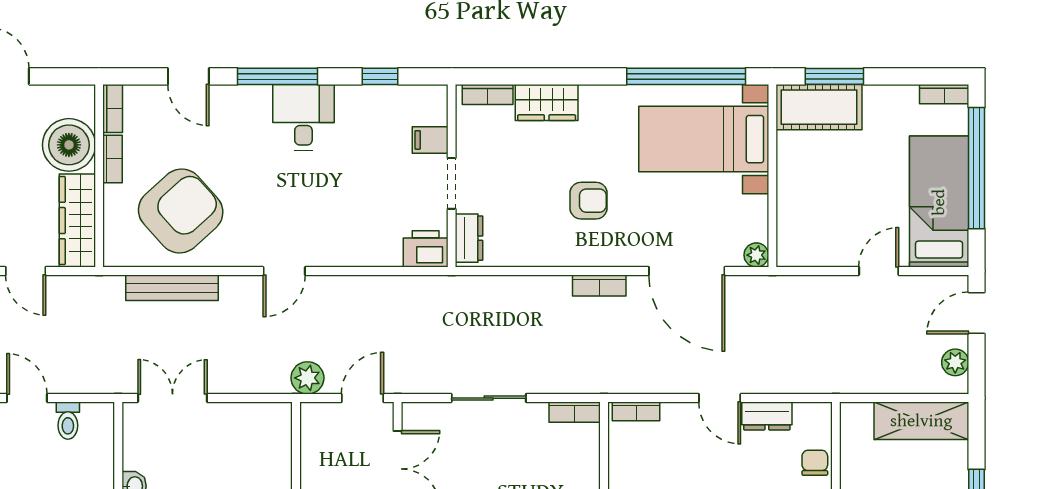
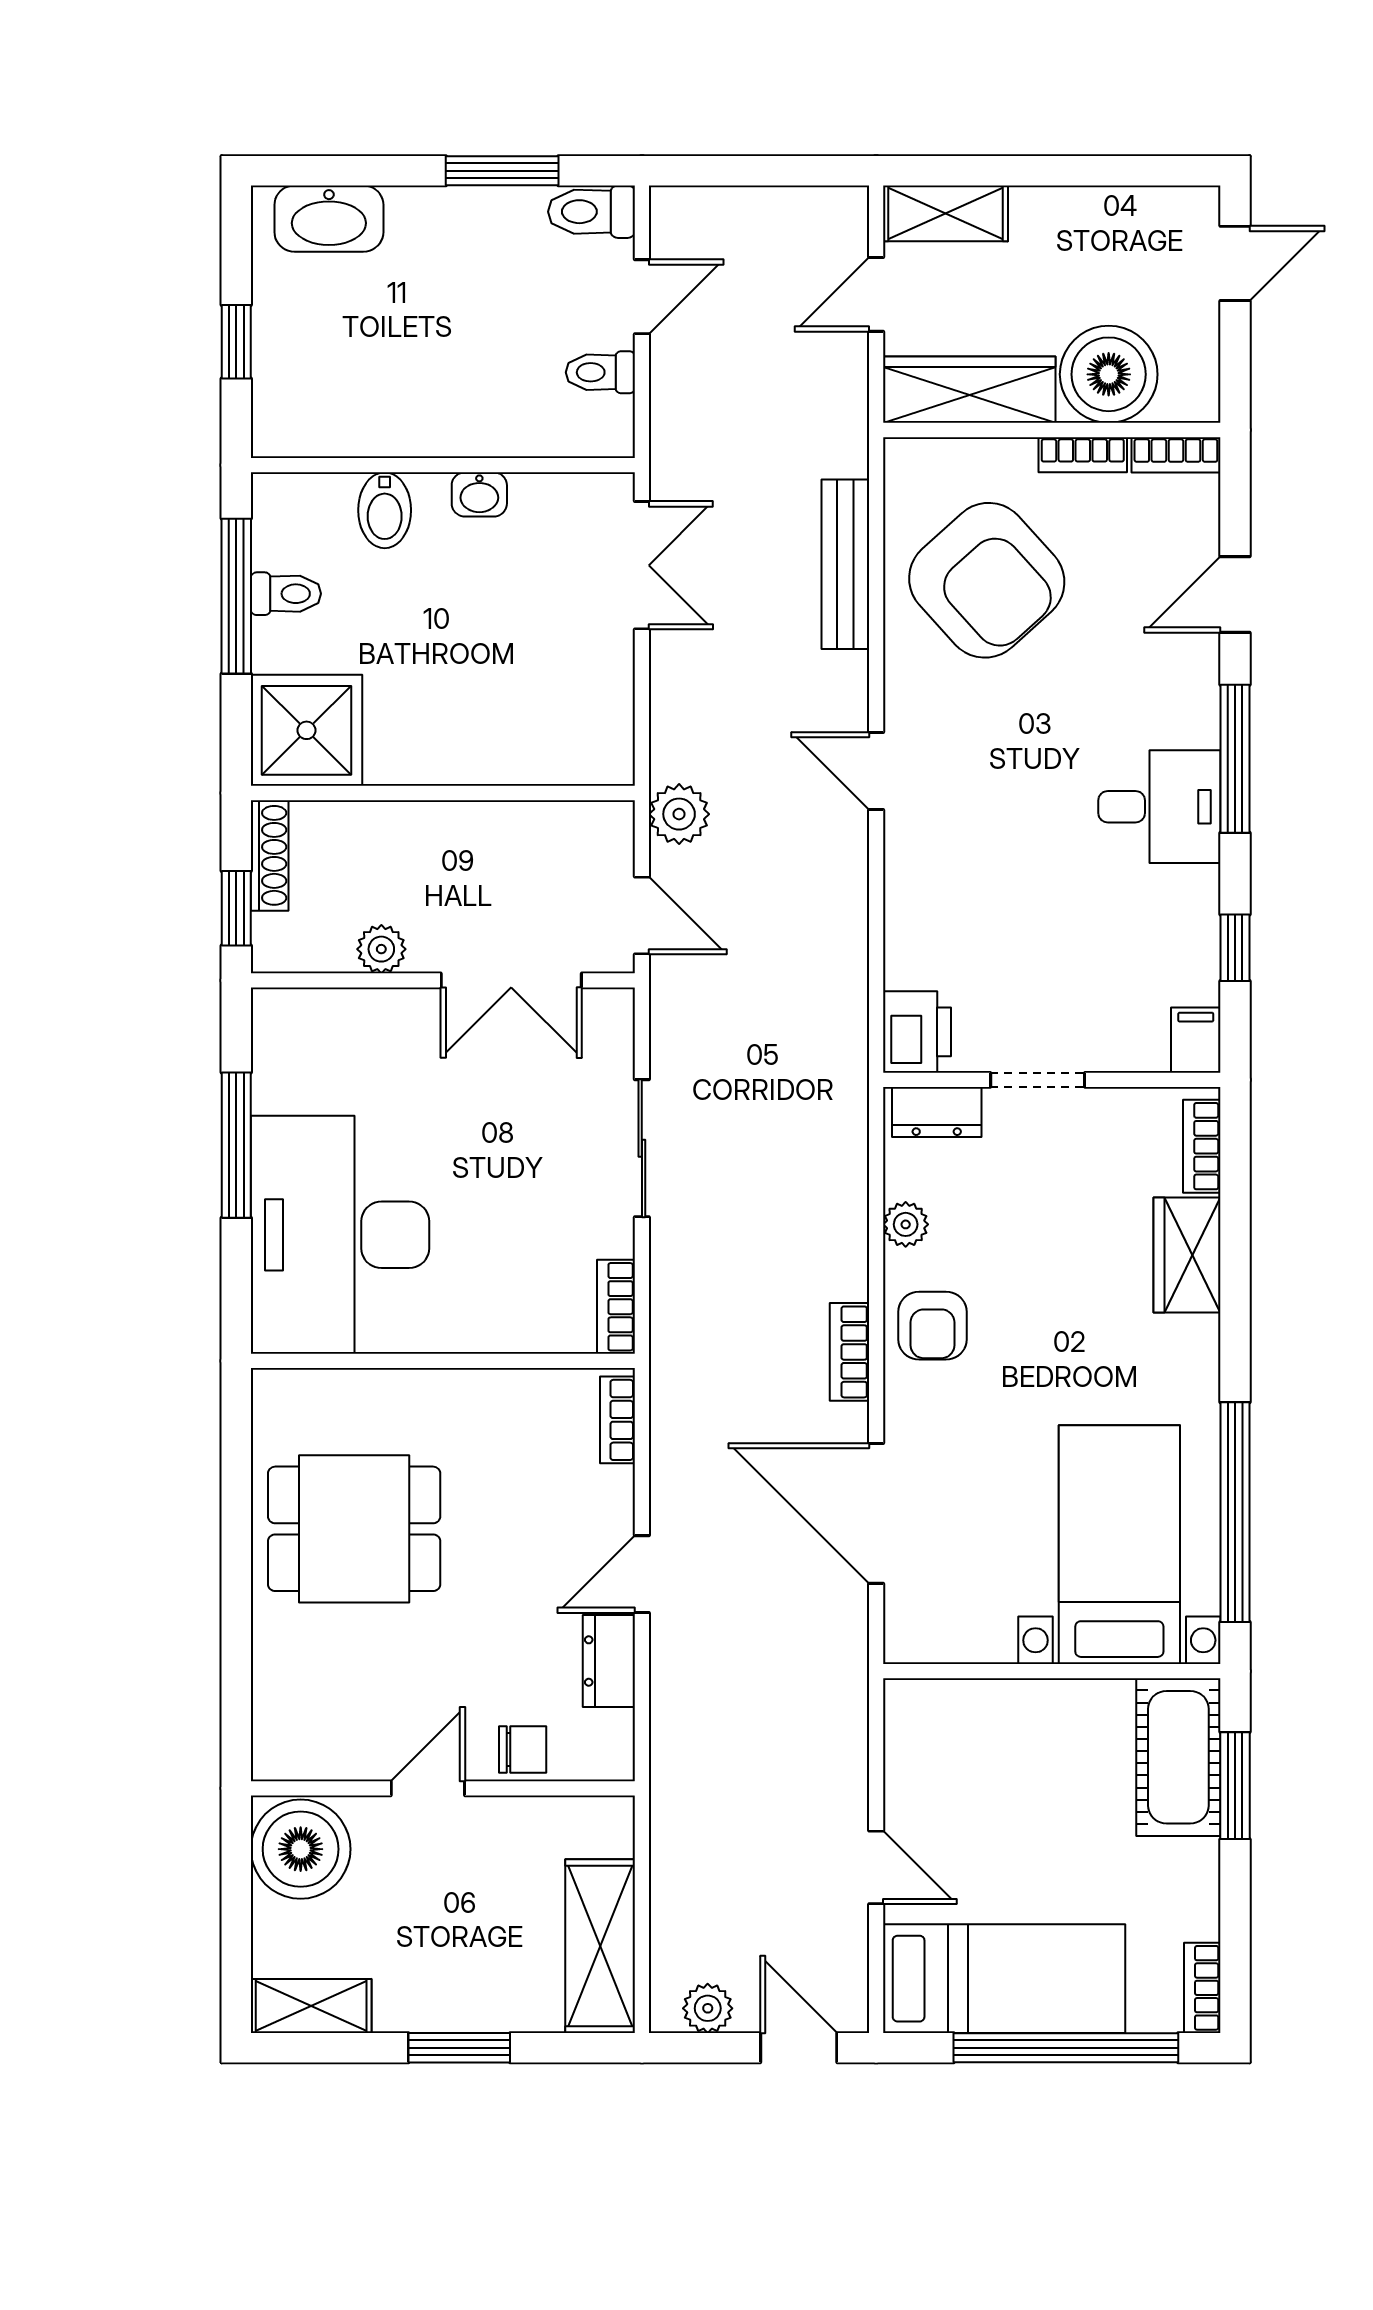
filing cabinet: (430, 140) -> (1196, 1040), moved
armchair: (588, 201) -> (933, 1326), moved
plant: (756, 255) -> (906, 1224), moved
door: (687, 271) -> (876, 1513), hinge flipped

